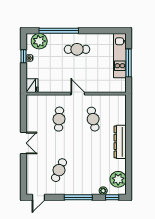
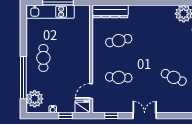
window: (23, 56) -> (65, 116), moved
door: (78, 94) -> (91, 91), moved
window: (23, 112) -> (111, 116), added
dresser: (120, 142) -> (110, 11), moved

